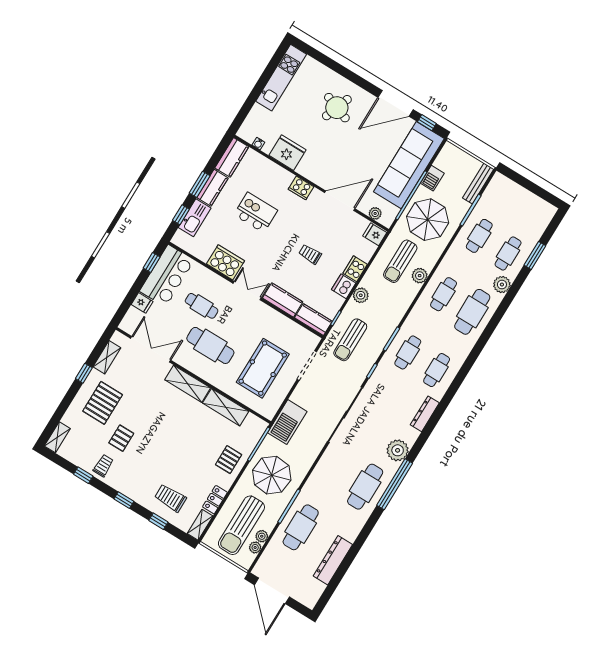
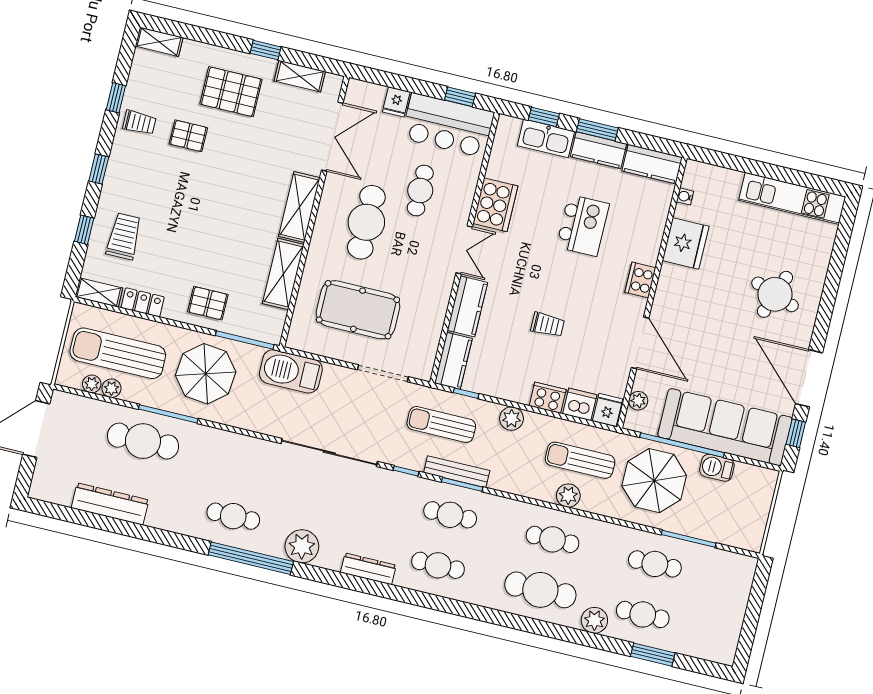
bench: (478, 184) -> (457, 472), moved
trolley: (310, 254) -> (548, 325), turned 90
dishwasher: (344, 286) -> (580, 404), moved
cafe table: (365, 487) -> (233, 516), width x0.73, depth x0.74

